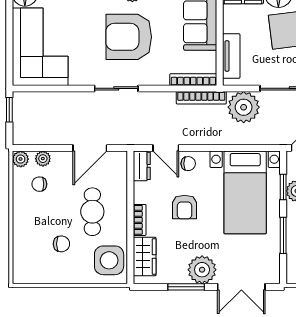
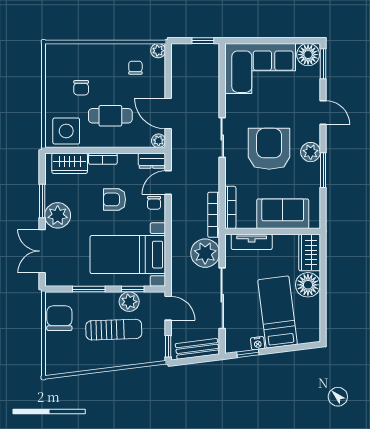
plant: (43, 159) -> (159, 141), moved

